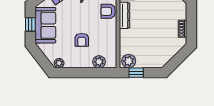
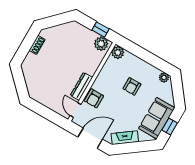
armchair: (108, 11) -> (94, 98), turned 90
armchair: (82, 40) -> (132, 86), turned 180
plant: (99, 62) -> (118, 52), moved

